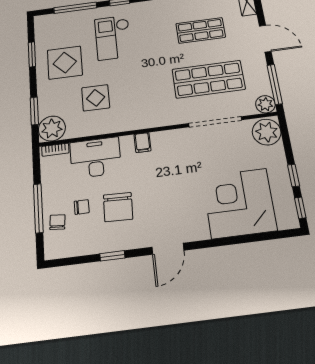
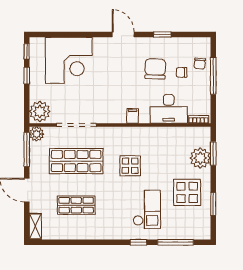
display table: (96, 98) -> (130, 166), moved
plant: (52, 129) -> (200, 158), moved
door: (168, 249) -> (123, 34), hinge flipped

